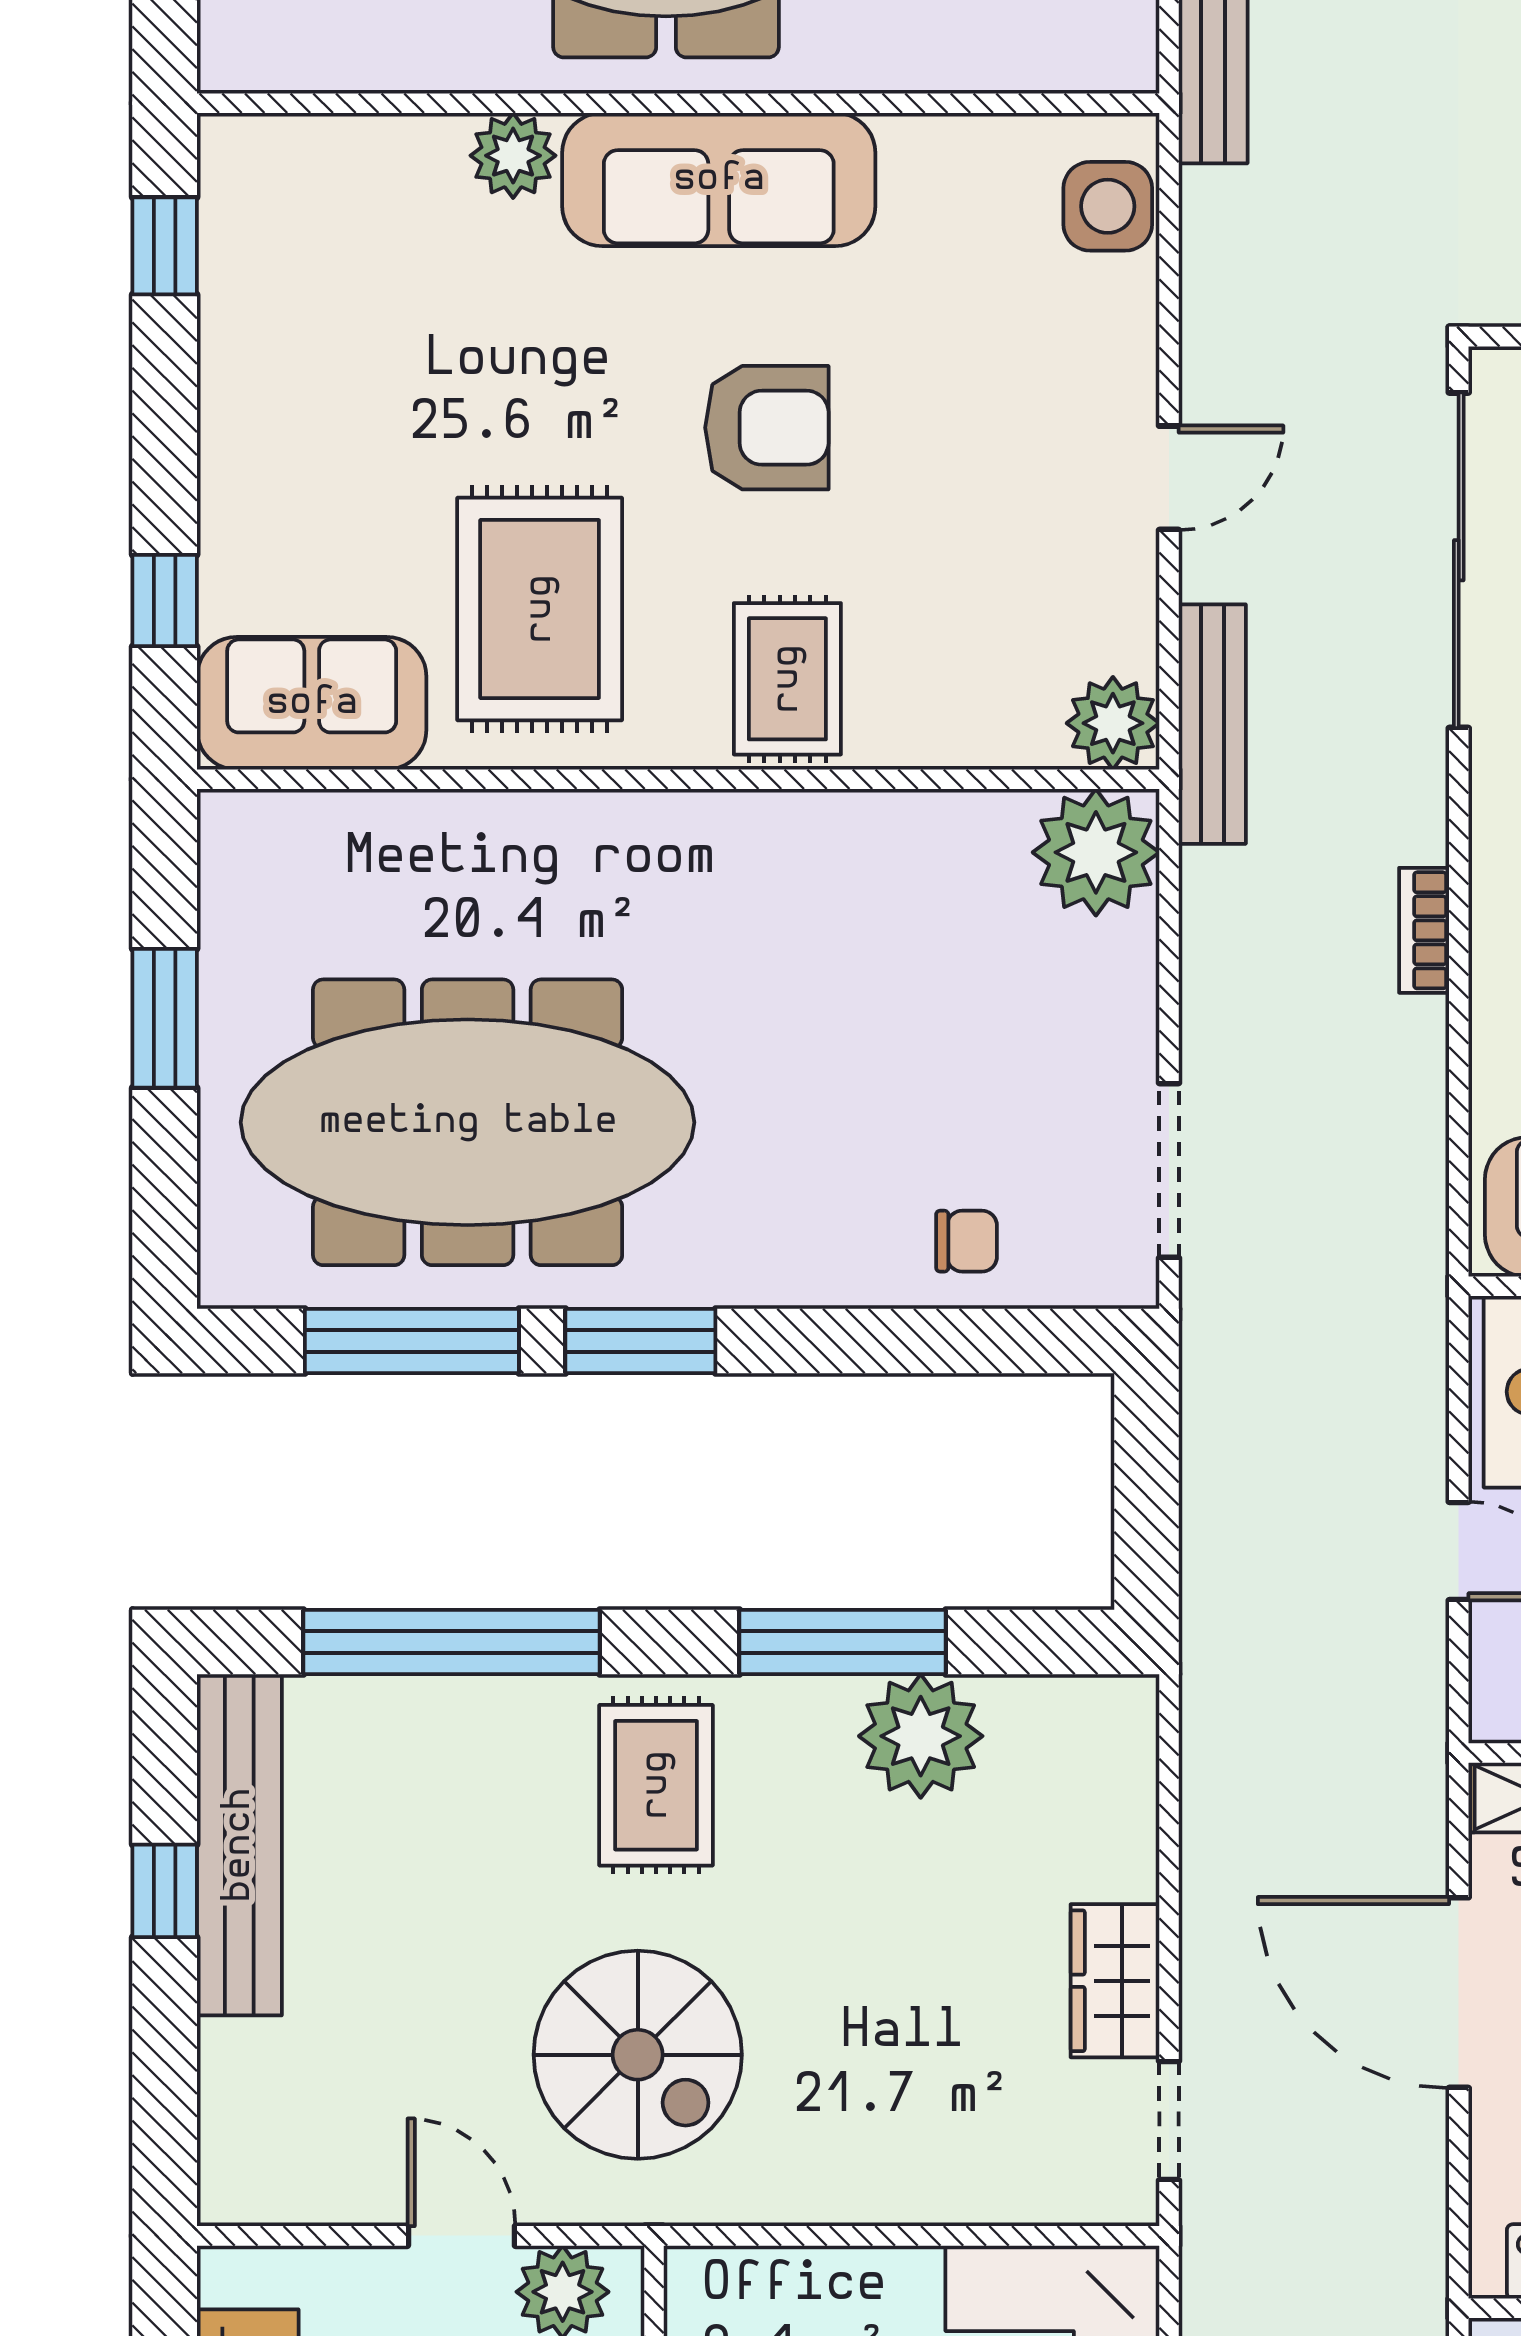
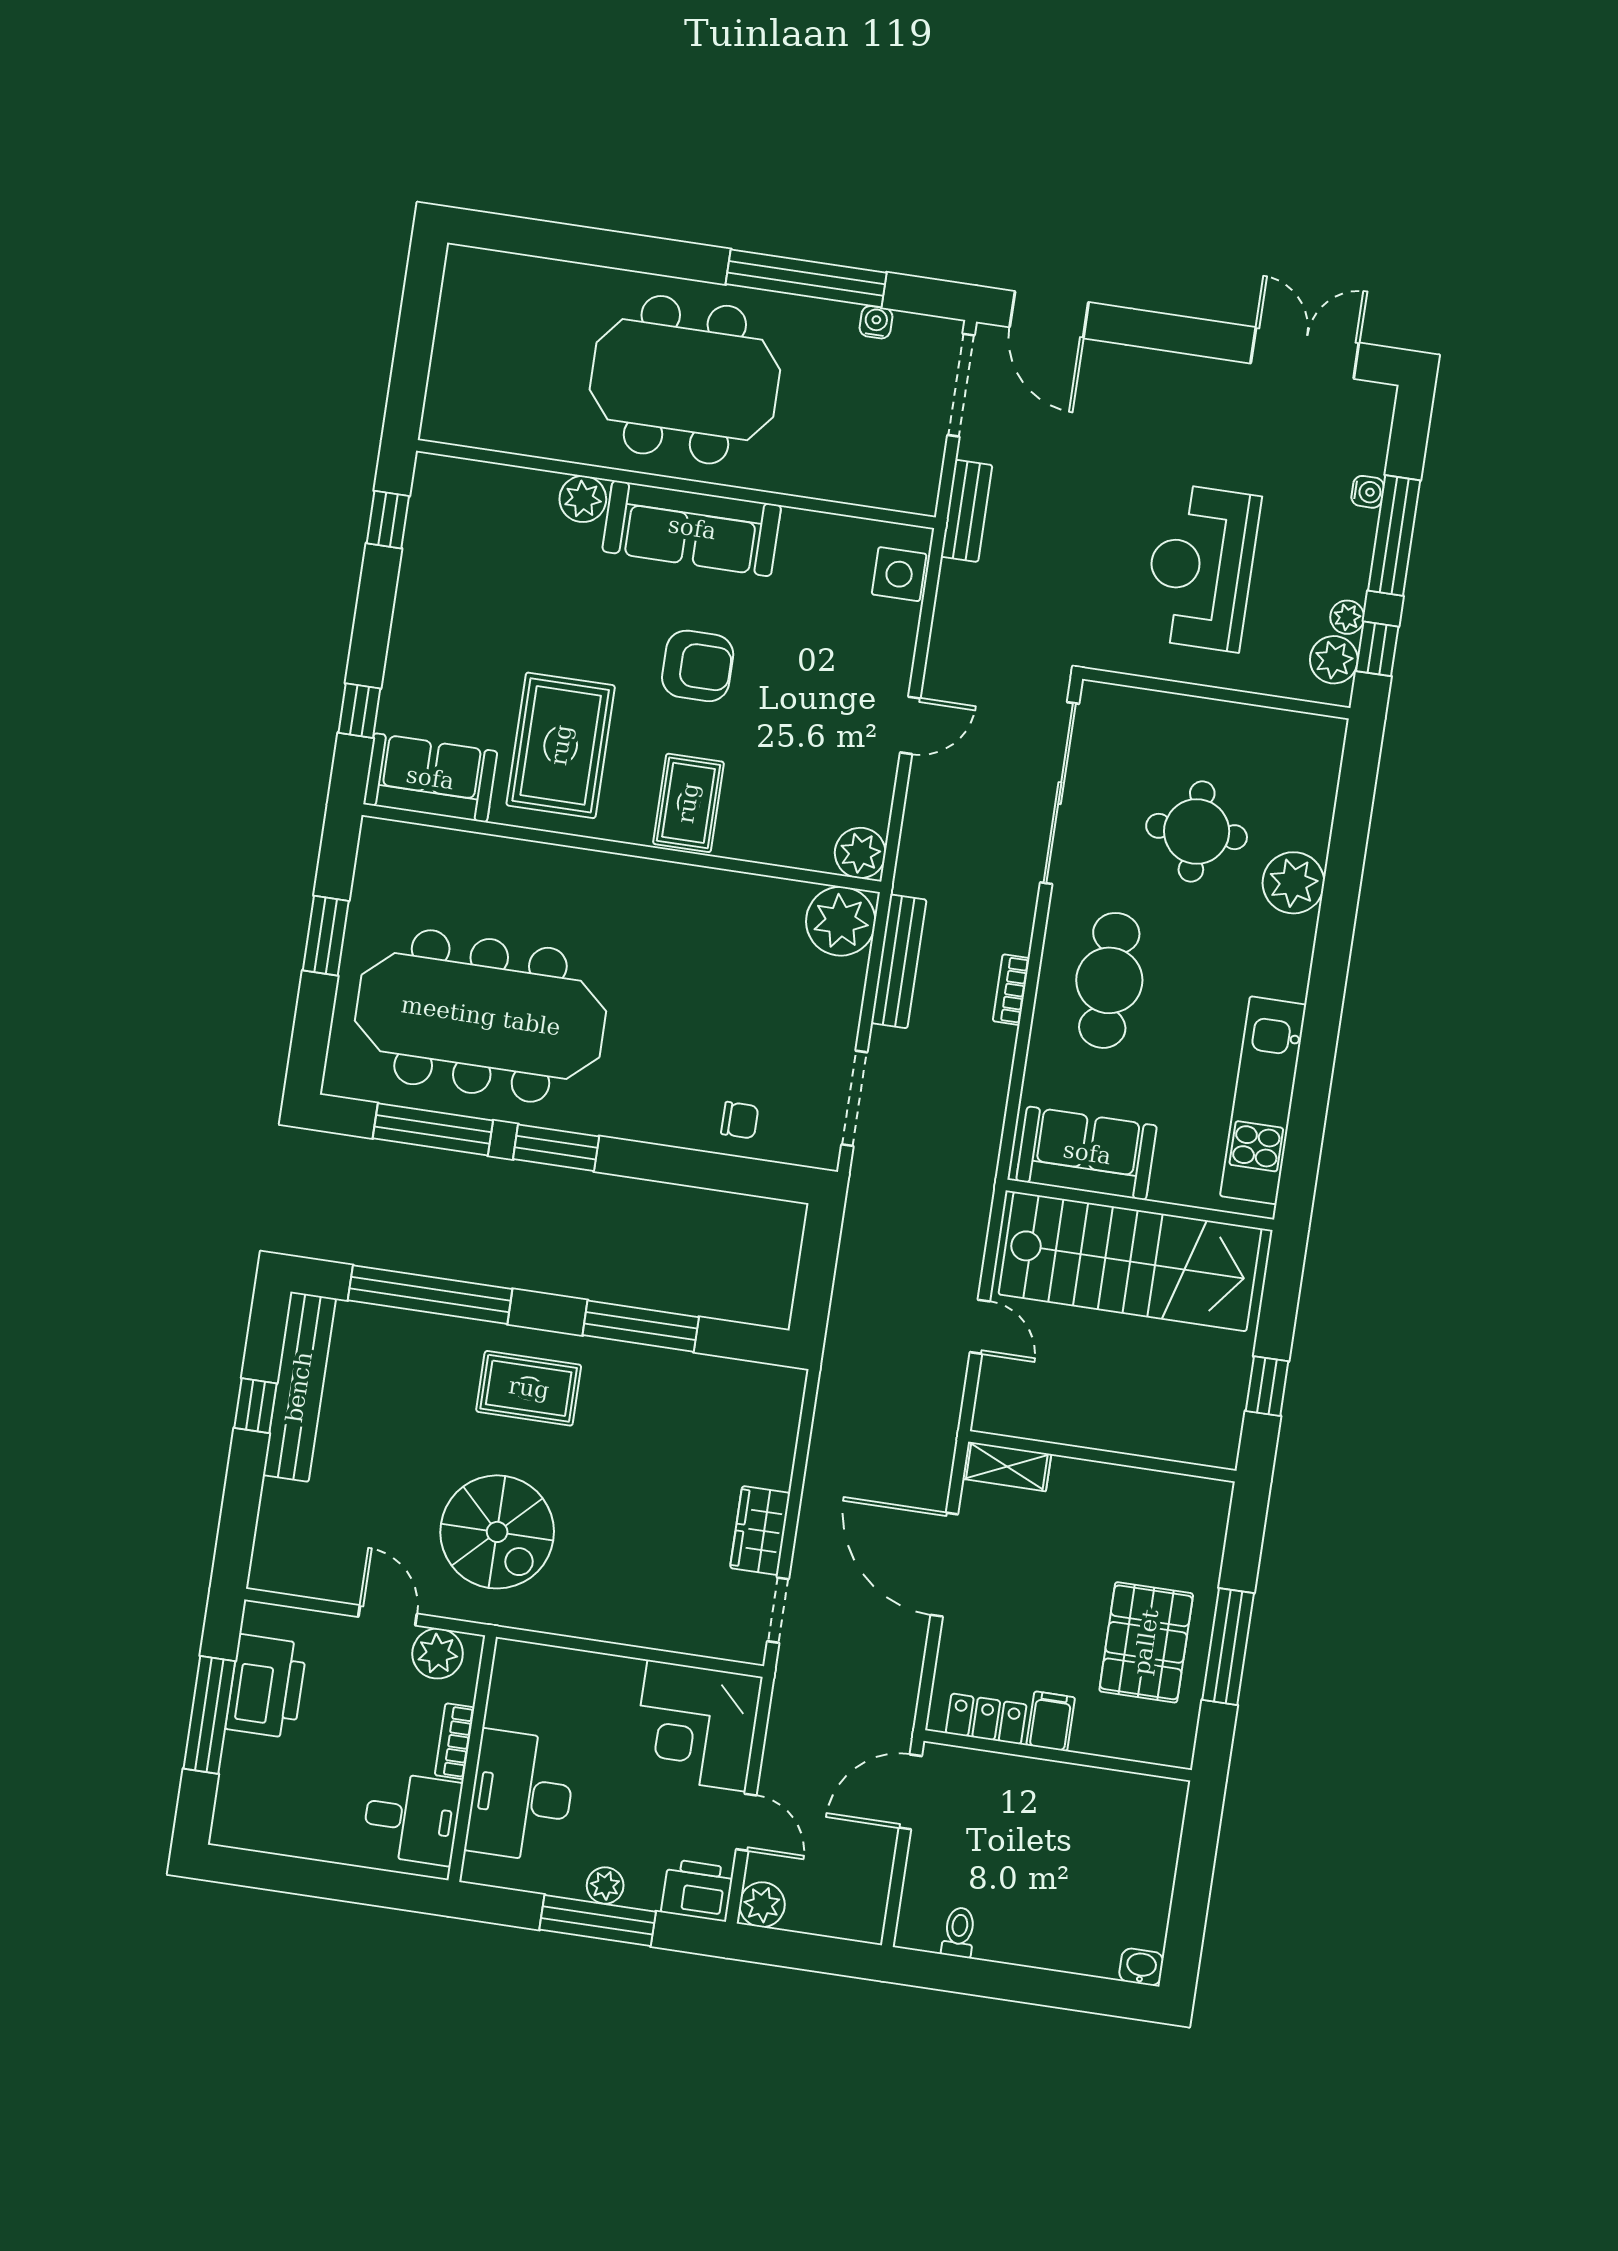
bench: (1212, 724) -> (899, 961), moved
plant: (921, 1736) -> (675, 1383), removed
rug: (656, 1785) -> (529, 1388), turned 90

